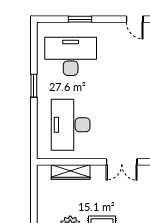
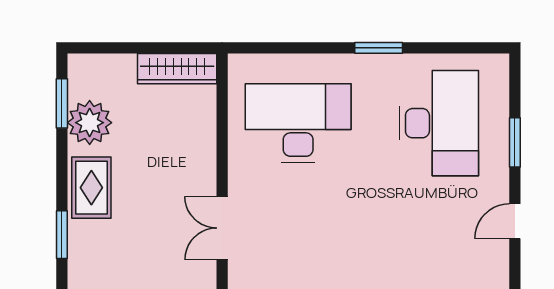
door: (135, 19) -> (515, 221), moved
wardrobe: (71, 172) -> (177, 69), moved, turned -90

